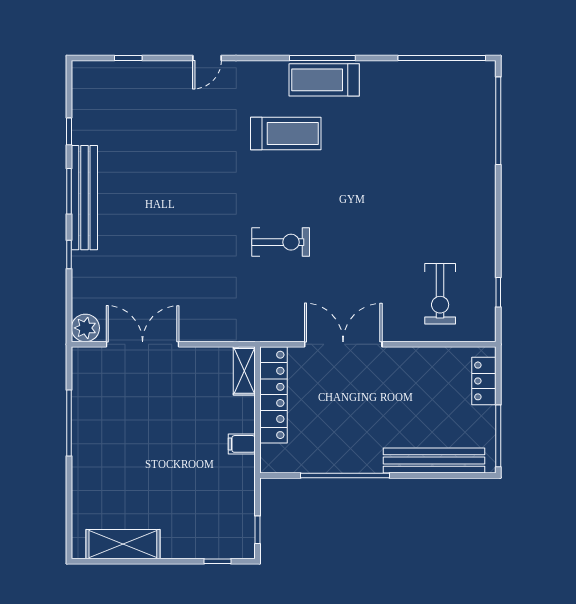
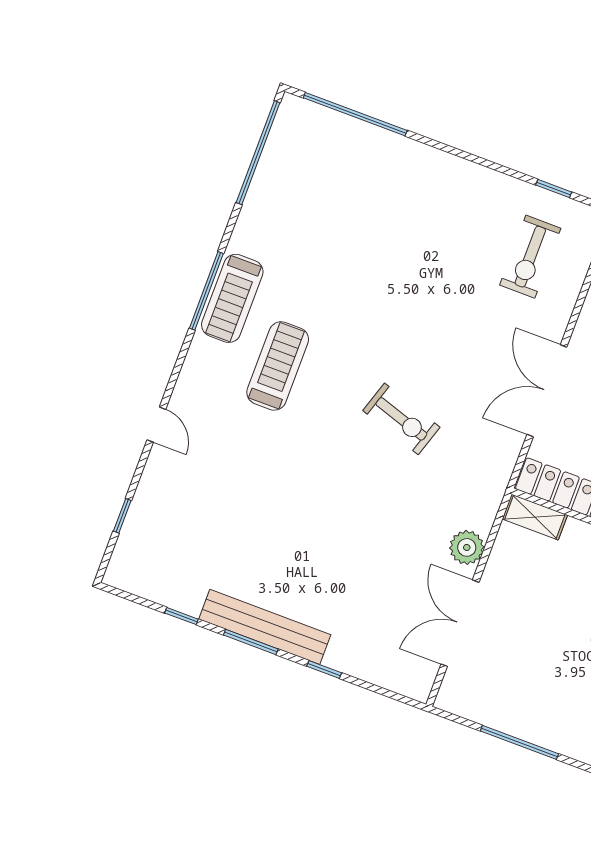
exercise bike: (281, 242) -> (401, 419), turned 108
exercise bike: (440, 294) -> (530, 257), turned 90
plant: (85, 328) -> (467, 547), moved

